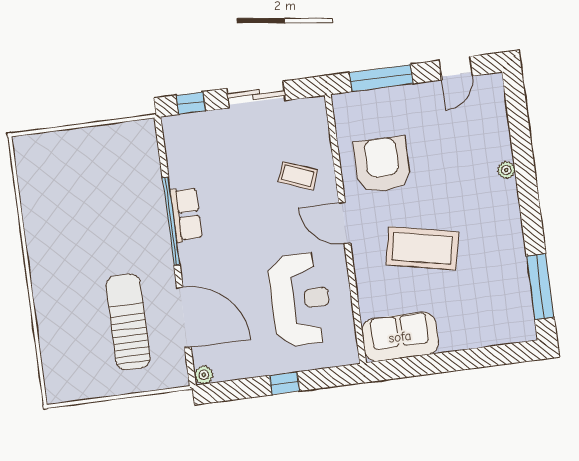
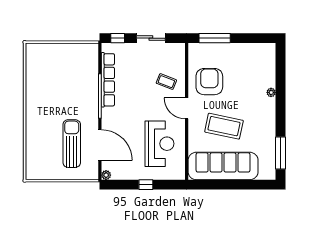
door: (456, 68) -> (253, 38), removed
row of seats: (186, 214) -> (108, 80), width x2.02
sofa: (400, 337) -> (223, 166), width x1.85, depth x1.27

